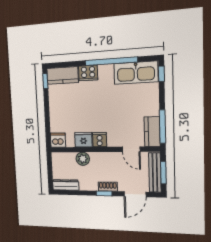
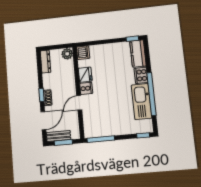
kitchen sink: (136, 73) -> (142, 101), moved
kitchen counter: (152, 132) -> (96, 131), removed
door: (131, 149) -> (79, 103), moved
plant: (83, 159) -> (67, 54), moved
bench: (155, 173) -> (59, 136), width x0.73
door: (135, 194) -> (43, 121), swing flipped

